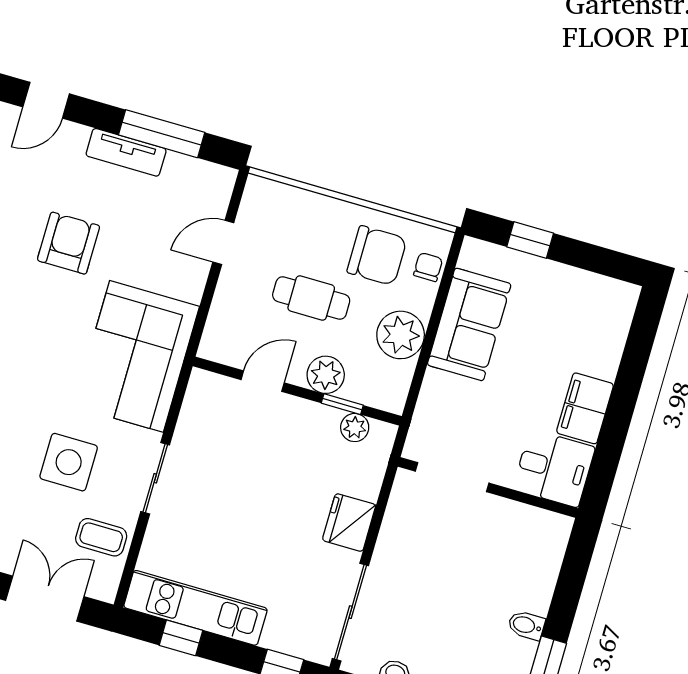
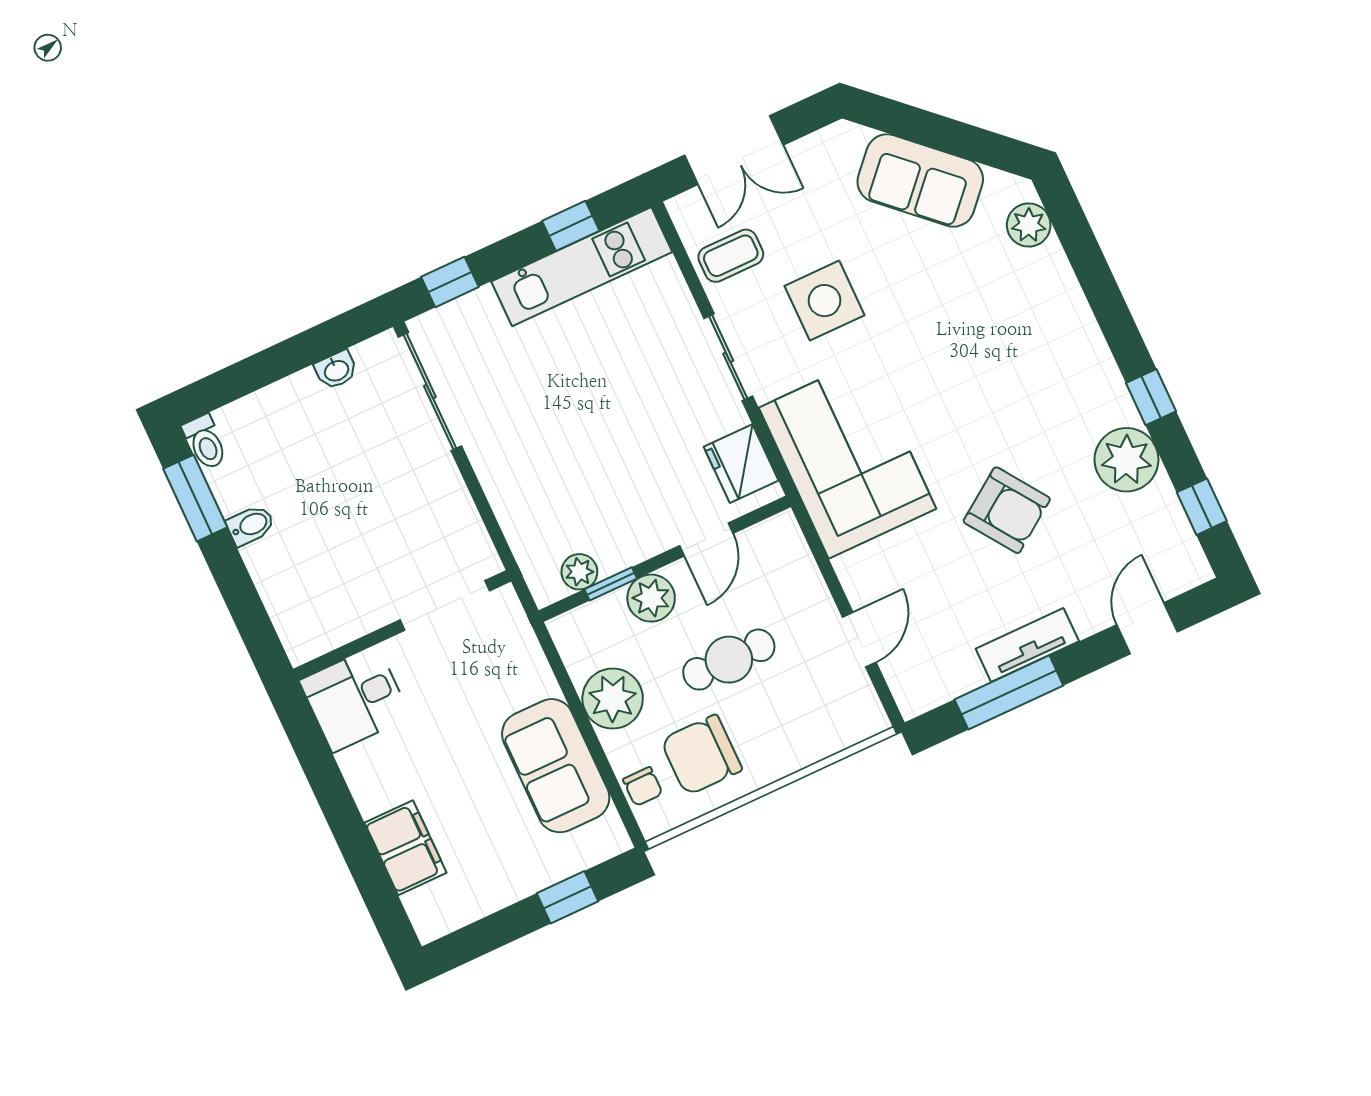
armchair: (69, 243) -> (1007, 510), turned -35
filing cabinet: (585, 408) -> (405, 848), moved
fridge: (349, 523) -> (741, 464), moved, turned 180

